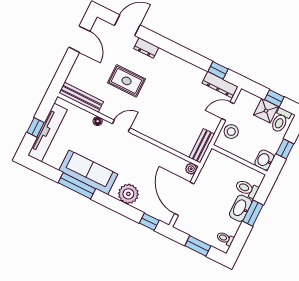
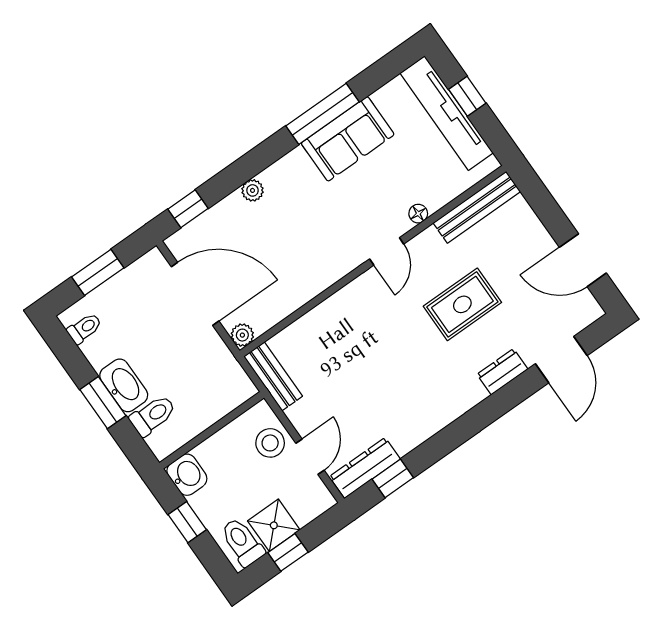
sofa: (88, 172) -> (348, 139), width x0.73
plant: (128, 194) -> (253, 190), width x0.53, depth x0.53

